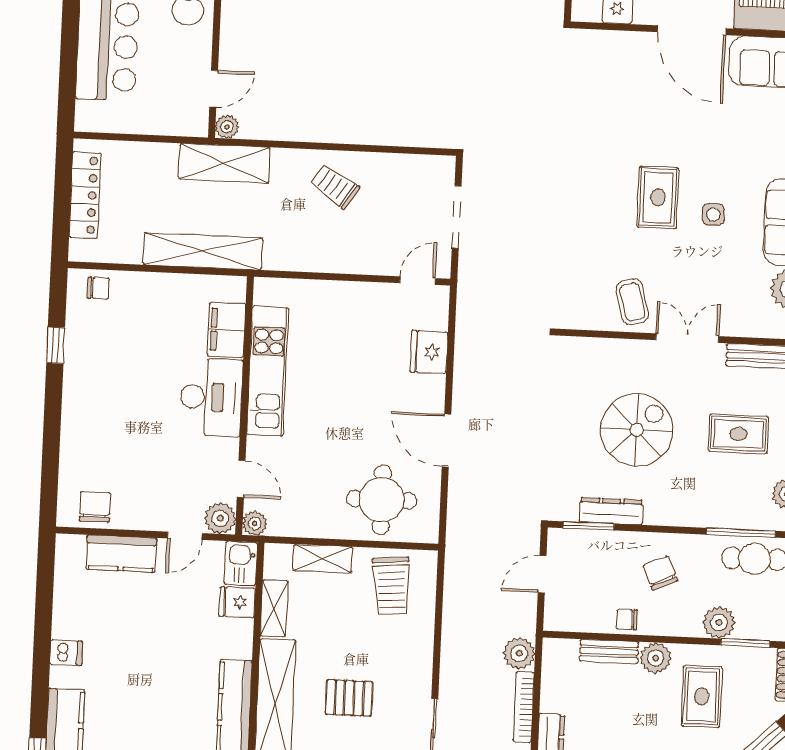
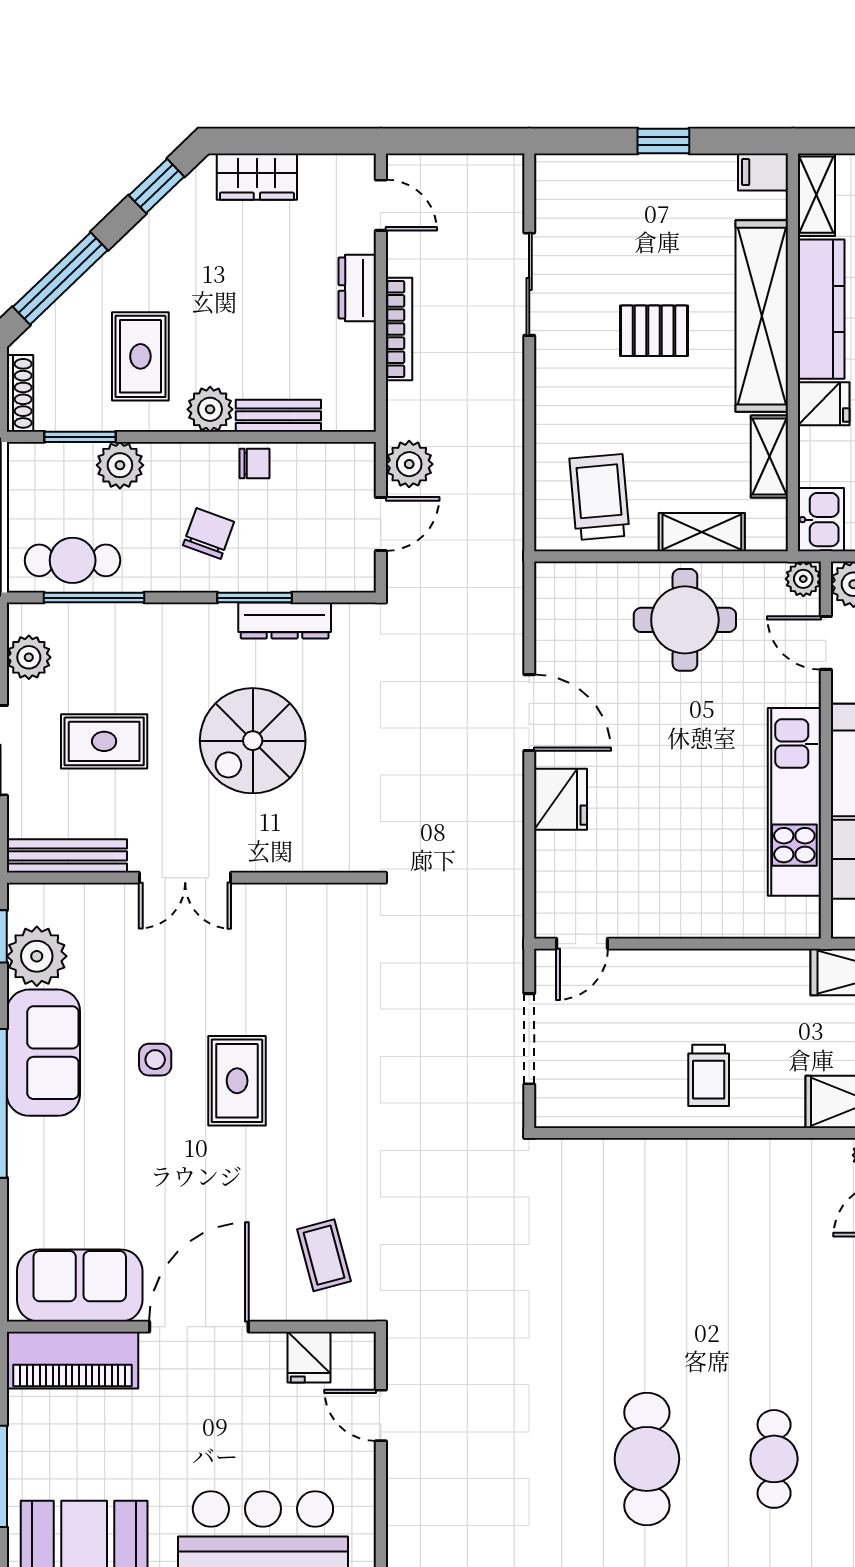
door: (692, 30) -> (199, 1327), hinge flipped
trolley: (335, 186) -> (709, 1075), turned 57
coffee table: (632, 302) -> (324, 1255), moved
fridge: (429, 352) -> (561, 799), moved
round table: (382, 500) -> (685, 620), moved
window: (589, 526) -> (254, 598), moved
chair: (660, 573) -> (209, 533), turned -136
fridge: (237, 602) -> (824, 404), moved
plant: (519, 653) -> (409, 464), moved

